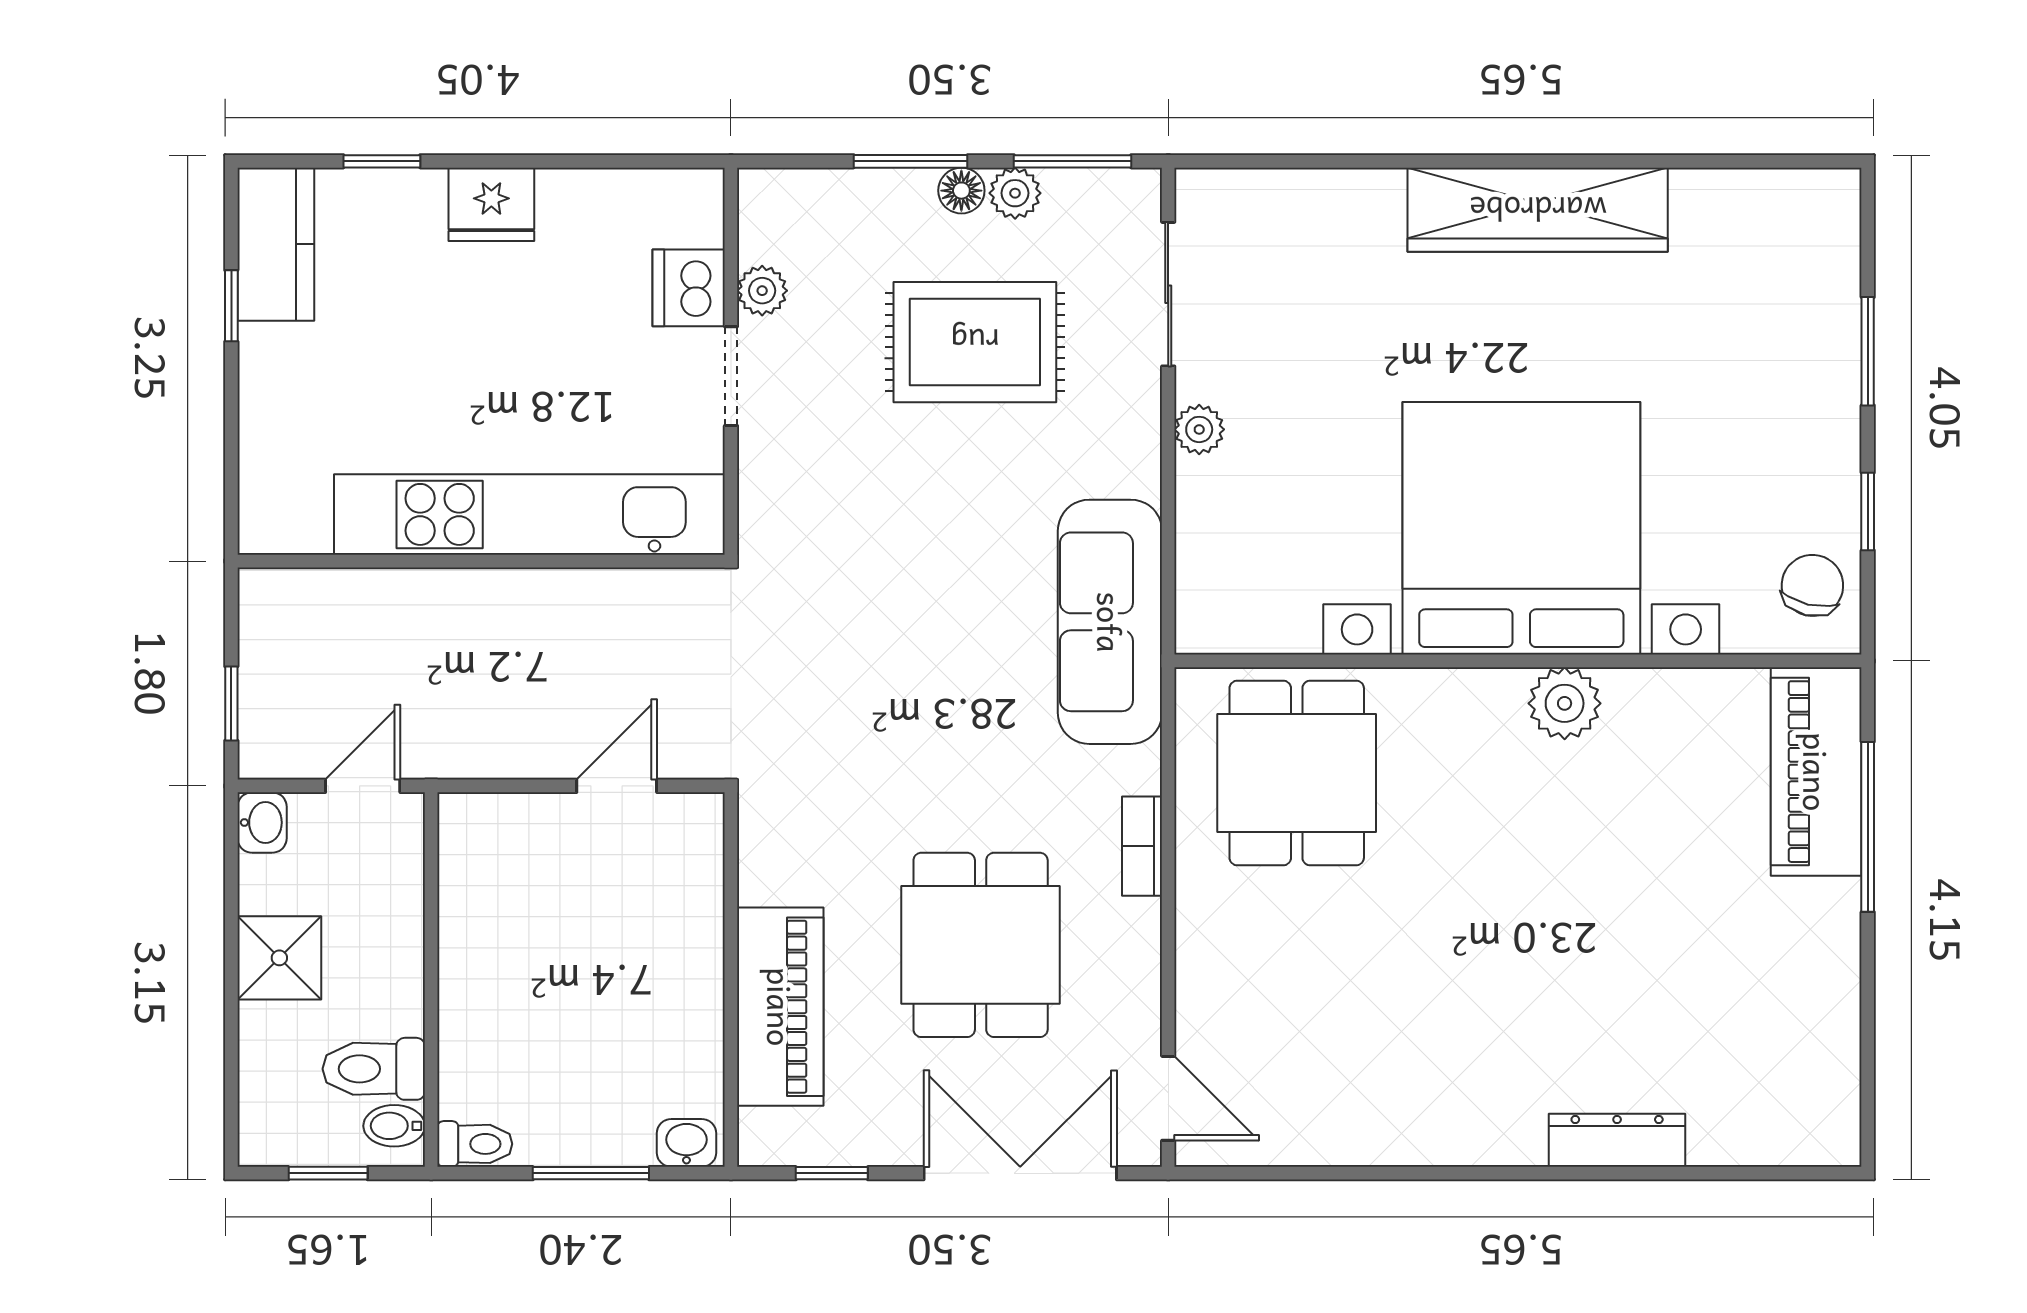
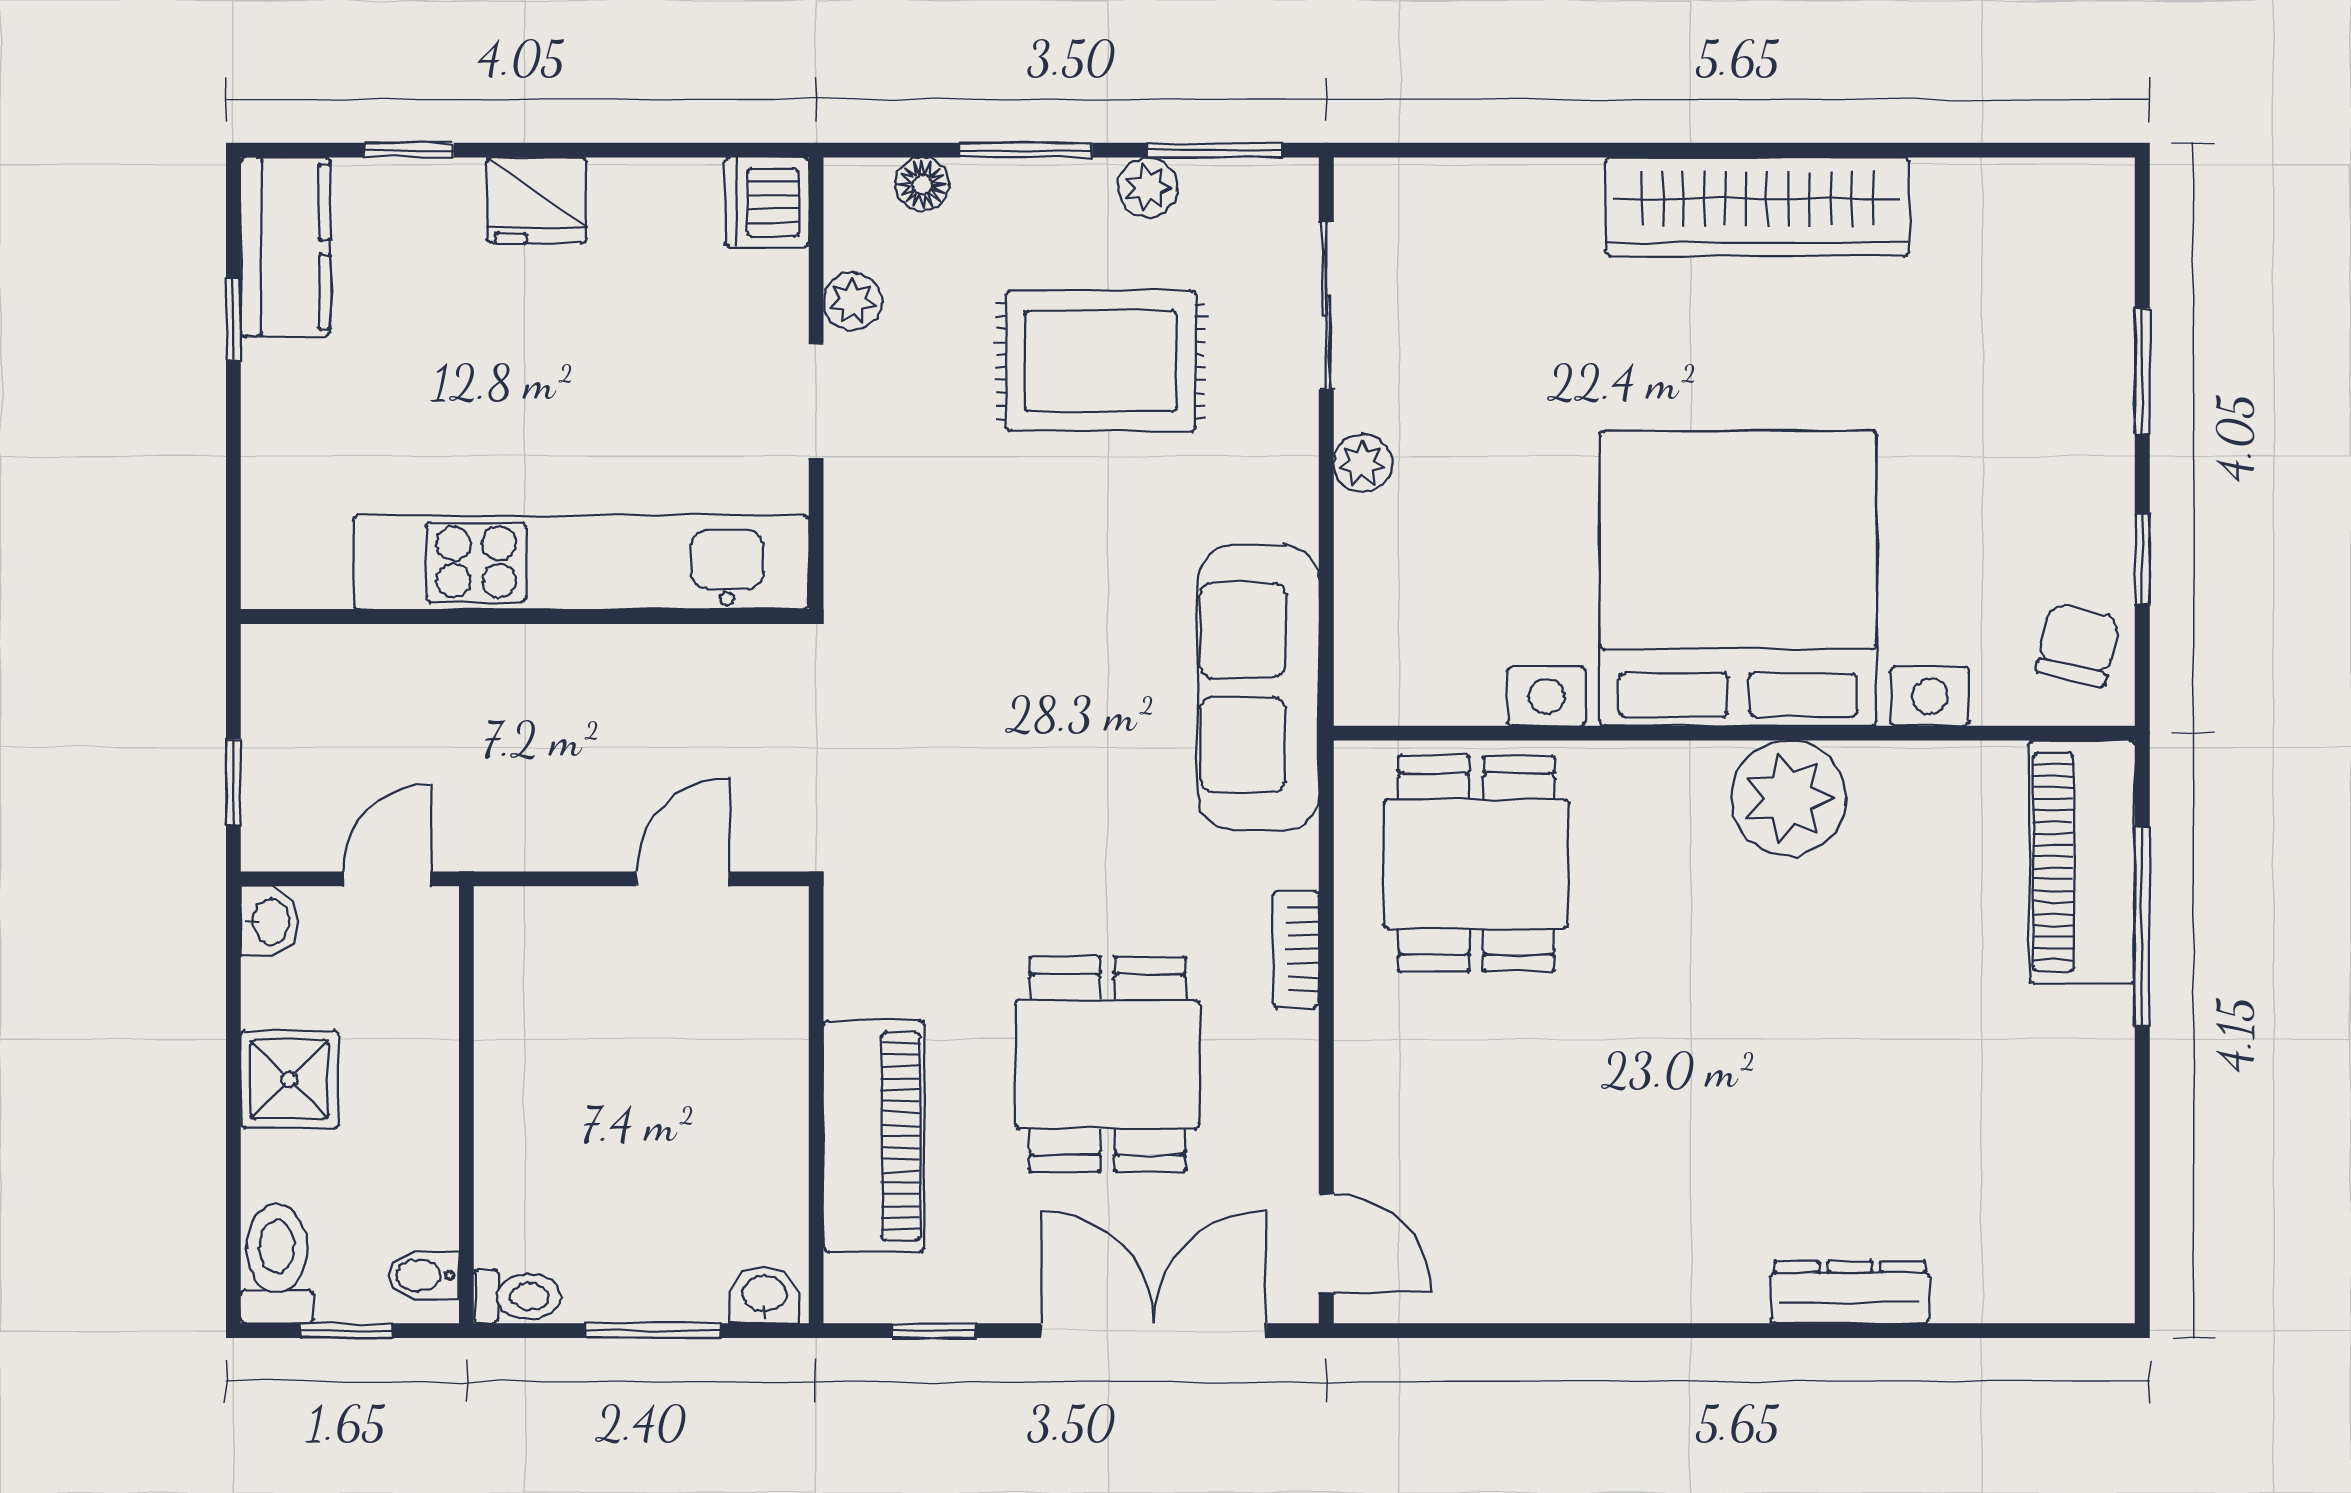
floor lamp: (961, 191) -> (922, 184), moved
dishwasher: (689, 288) -> (767, 202), moved
plant: (1565, 703) -> (1789, 798), width x1.36, depth x1.36
toilet: (374, 1069) -> (277, 1264), moved, turned 90

